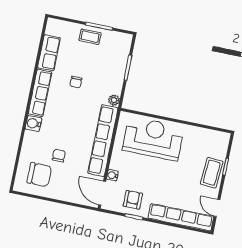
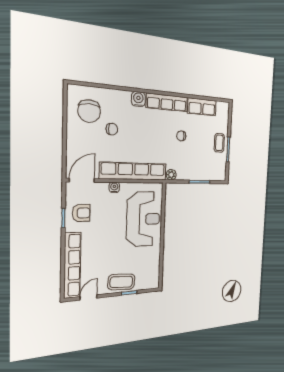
water cooler: (112, 175) -> (114, 187), moved

